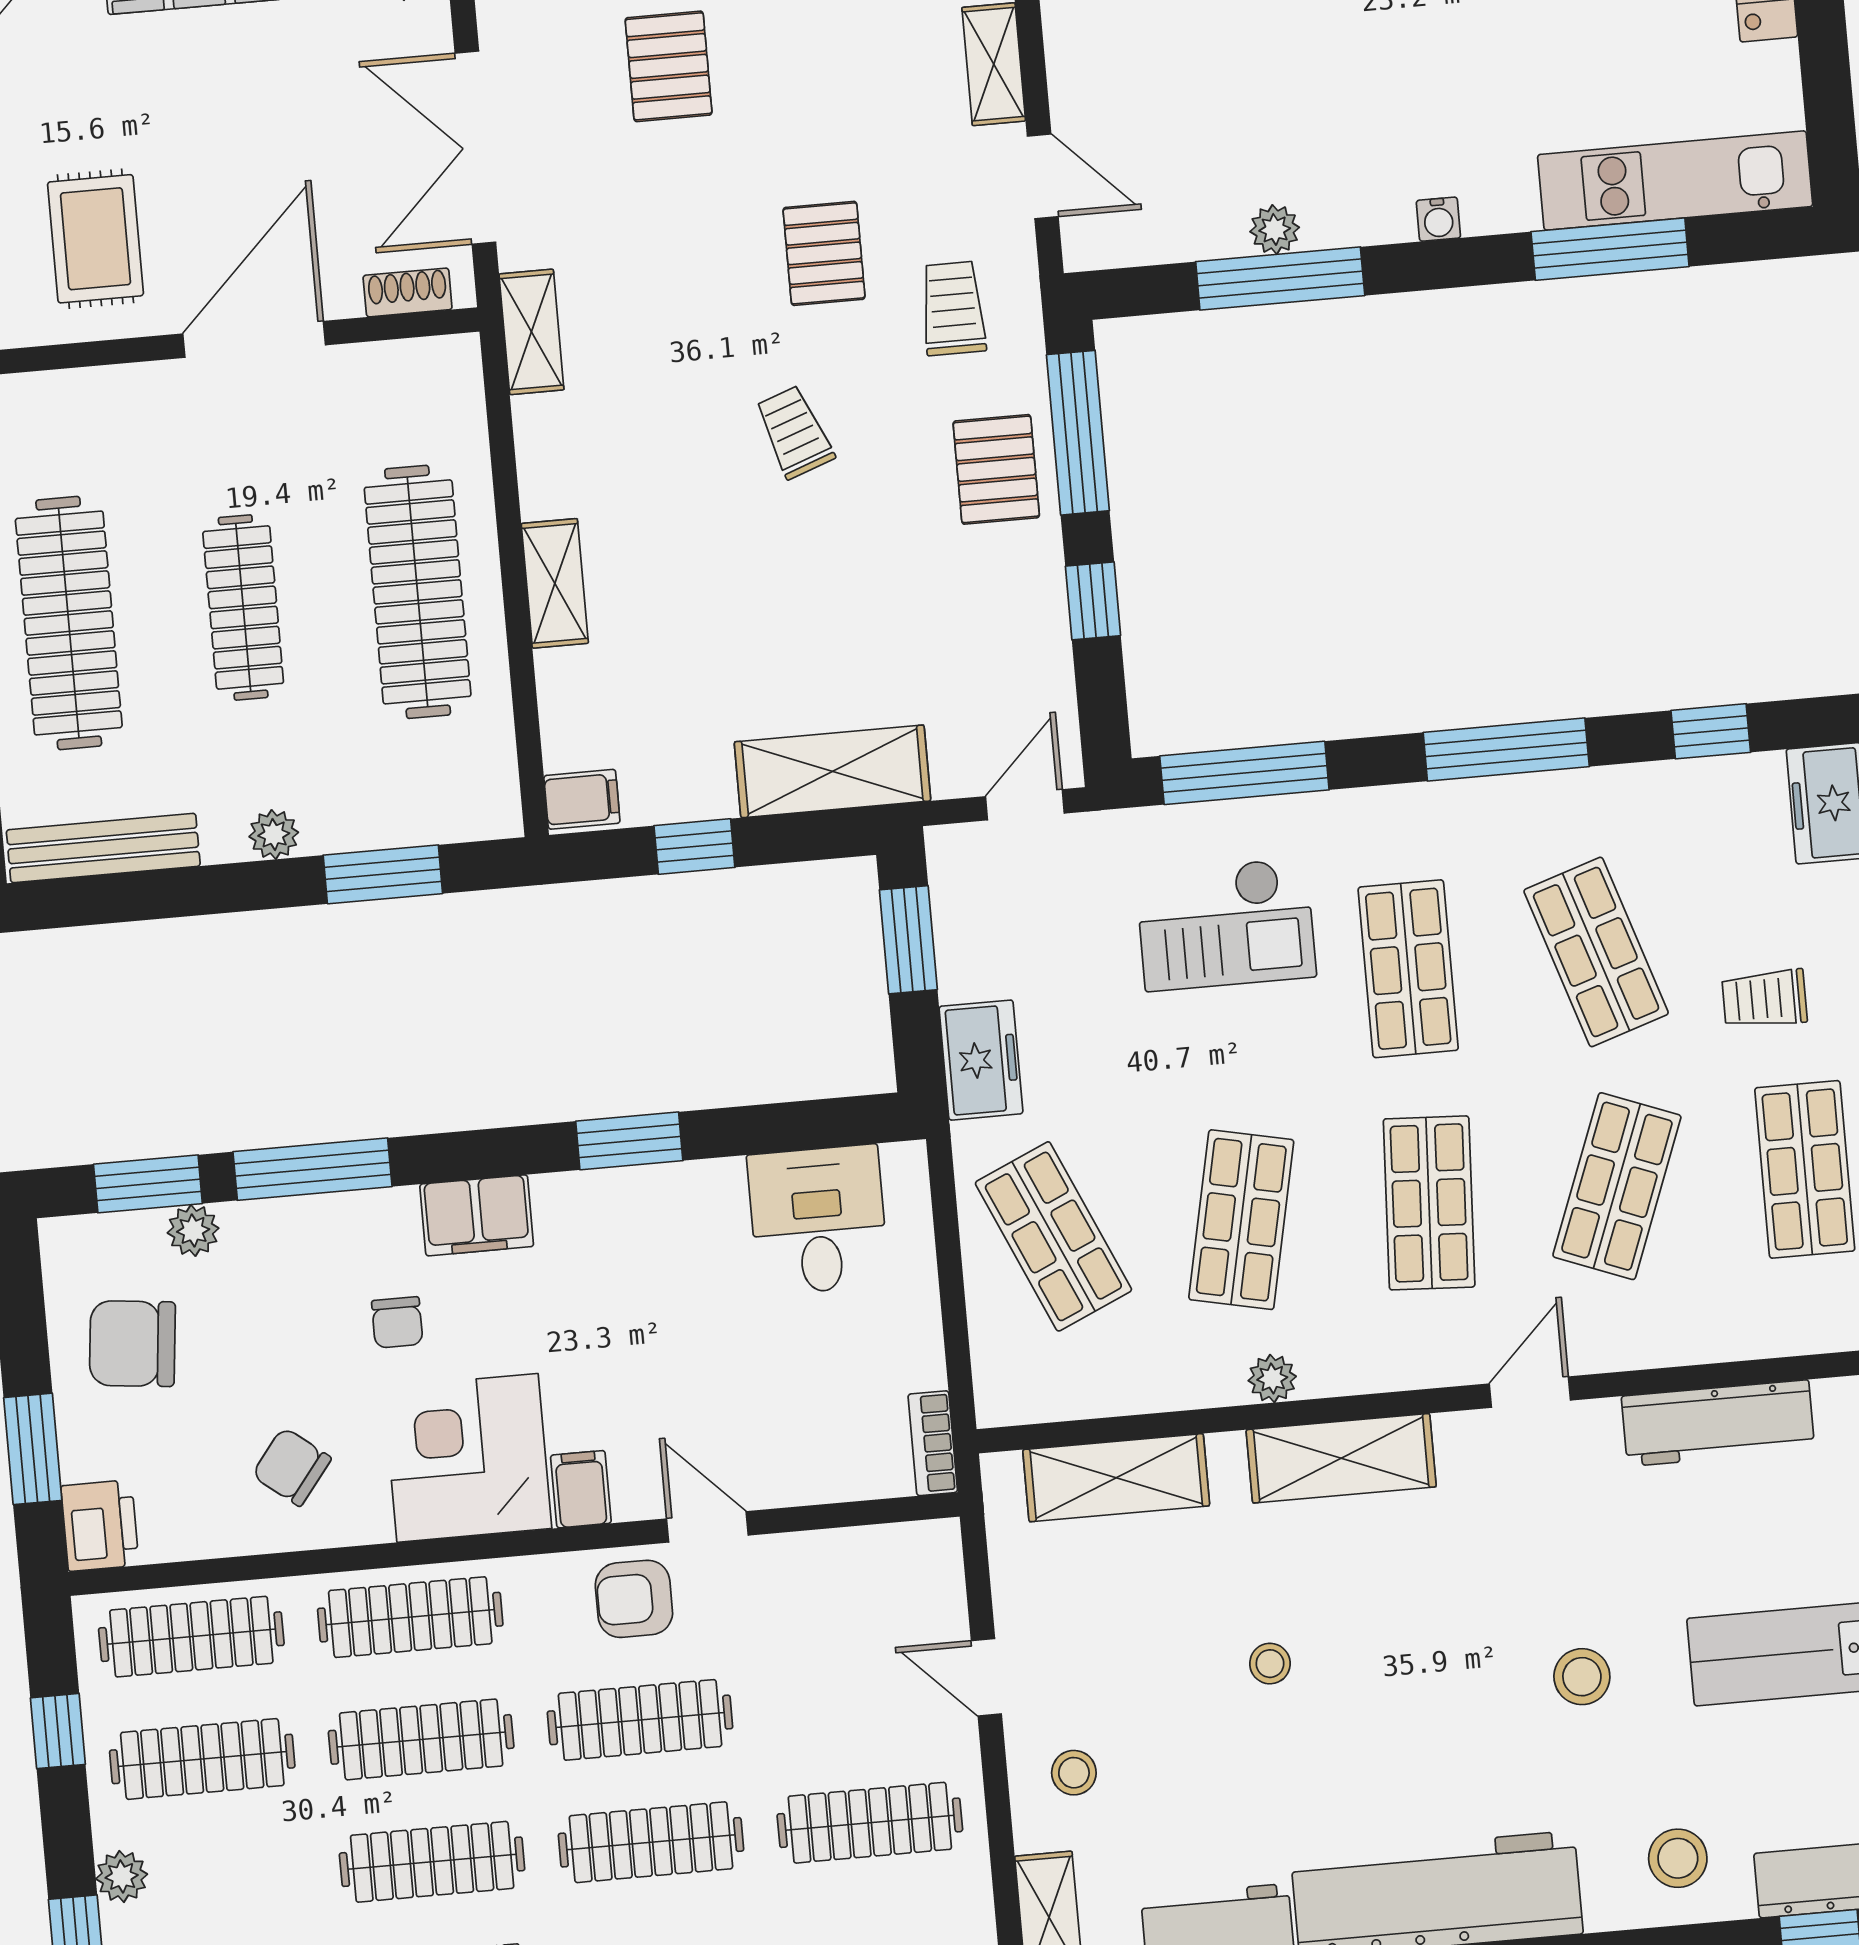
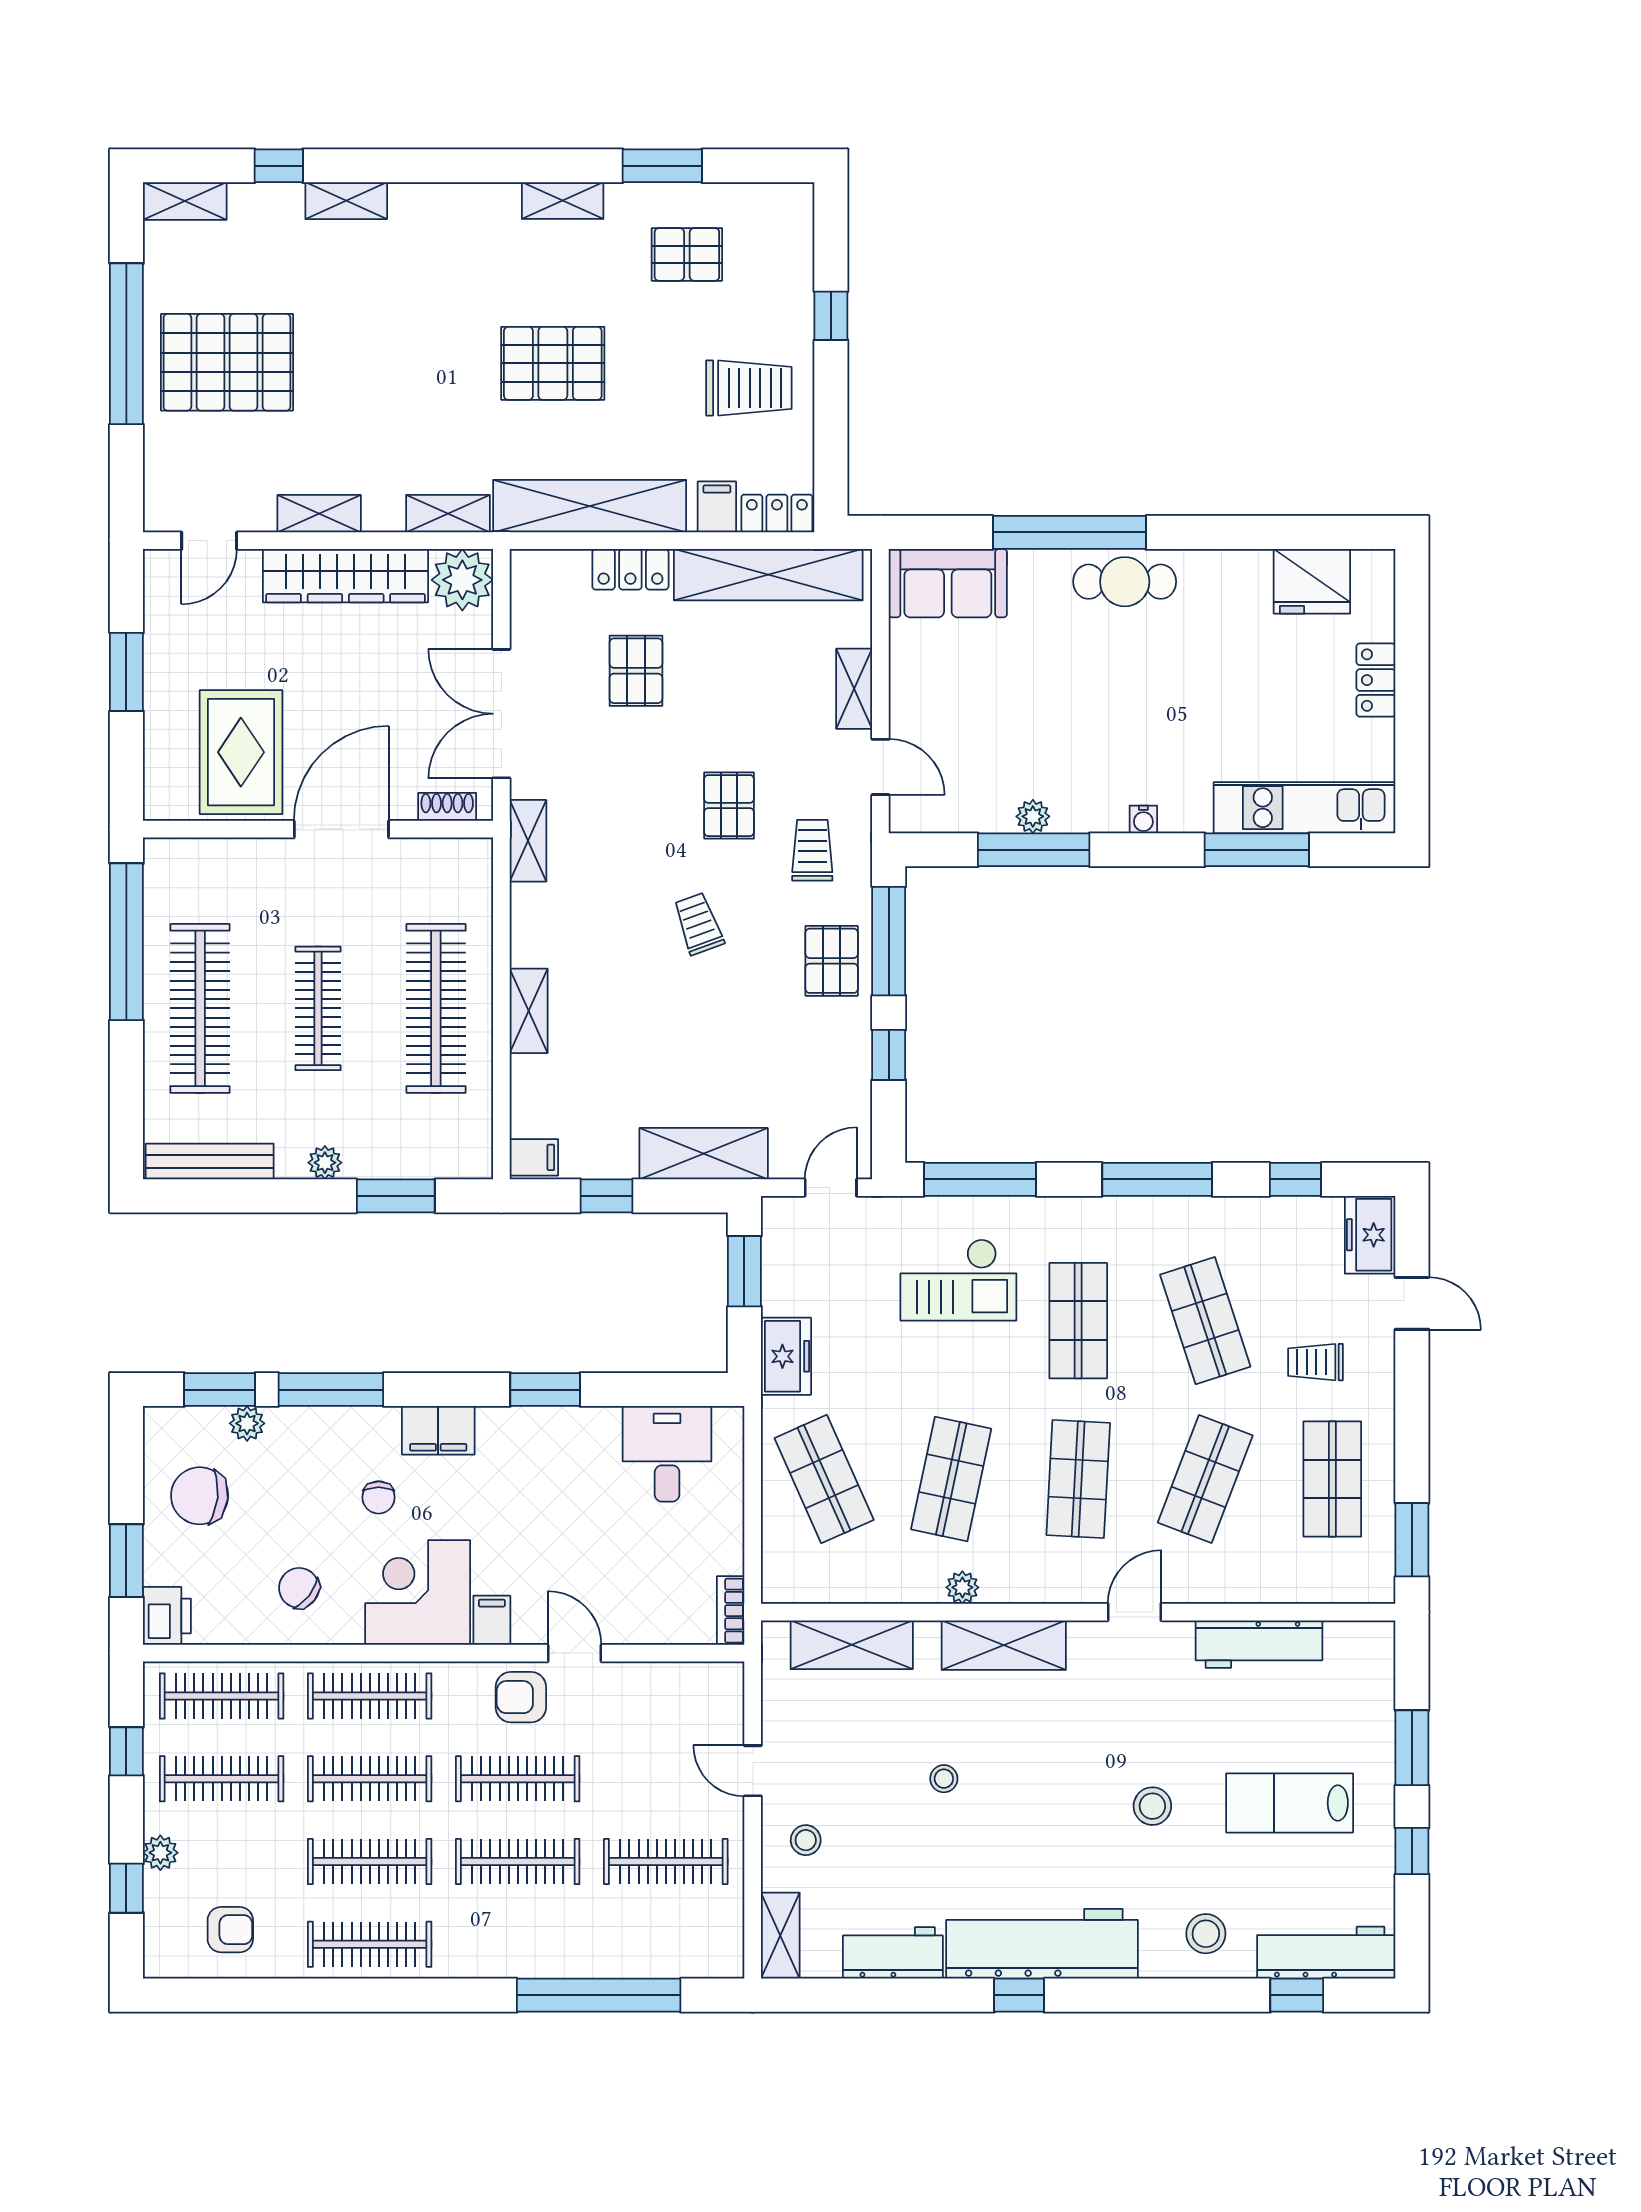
rug: (96, 239) -> (241, 752), width x1.36, depth x1.43

